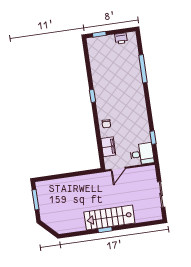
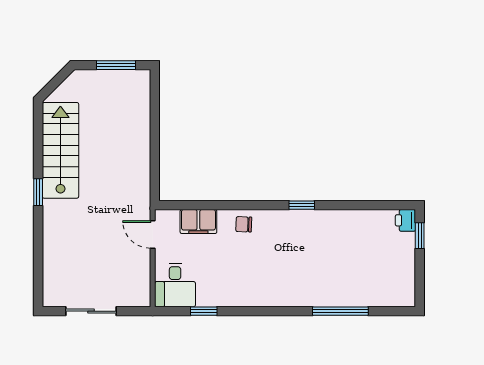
printer: (121, 38) -> (405, 220), moved
stairs: (109, 218) -> (60, 150), moved

